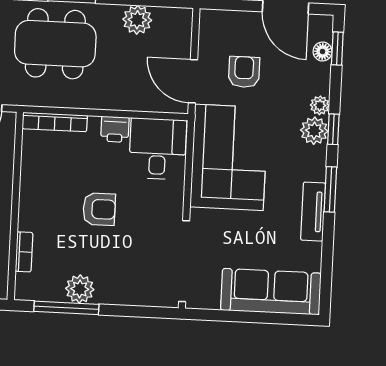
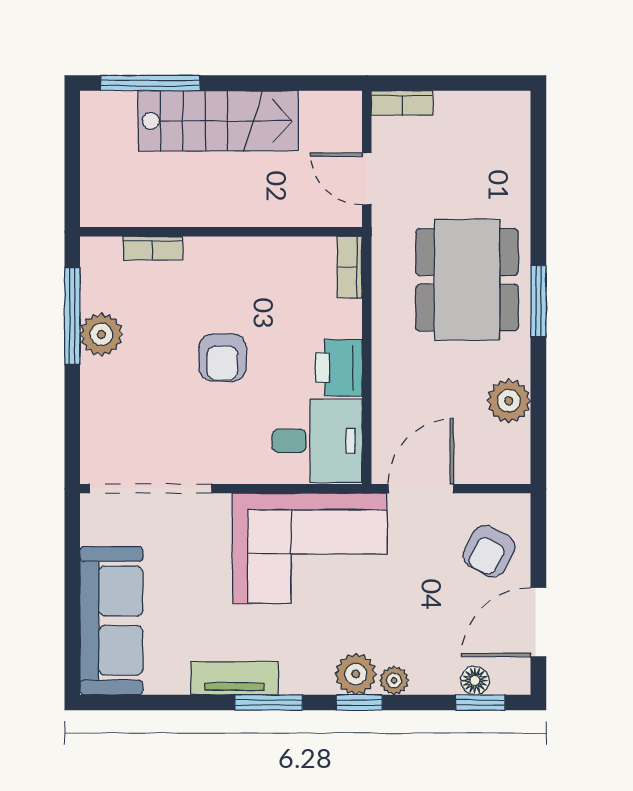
armchair: (244, 72) -> (489, 551), moved, turned 118
bookcase: (55, 122) -> (350, 267), width x0.64
printer: (115, 129) -> (339, 368), width x1.36, depth x1.24

